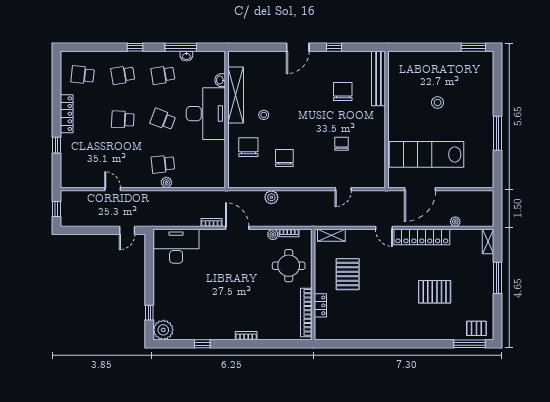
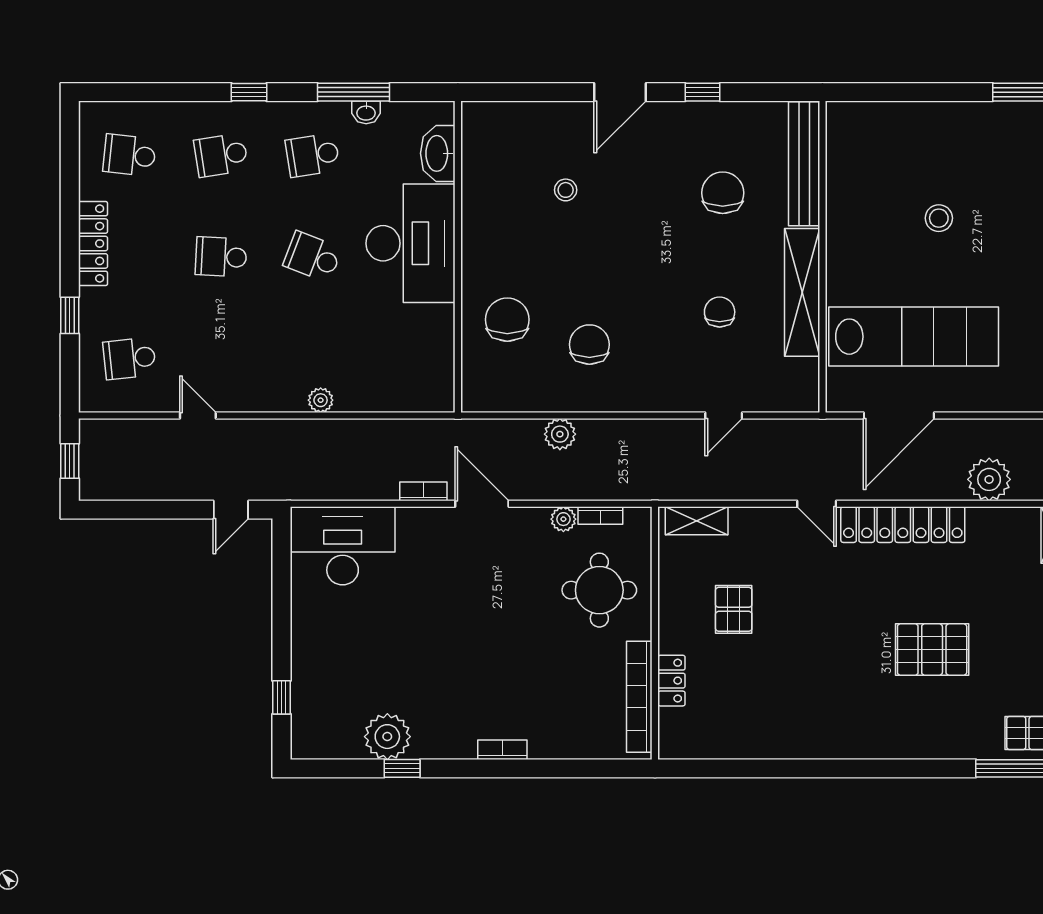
washbasin: (220, 80) -> (438, 153), width x1.91, depth x1.45
shelving: (236, 95) -> (802, 292), moved
stool: (264, 115) -> (566, 190), moved
lab bench: (427, 154) -> (914, 337), turned 180
school desk: (163, 164) -> (129, 358), moved
plant: (455, 222) -> (989, 479), width x1.88, depth x1.88
pallet: (348, 274) -> (734, 609), width x0.67, depth x0.71
plant: (163, 330) -> (387, 737), moved

